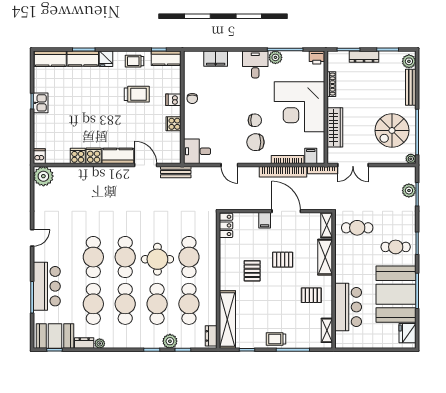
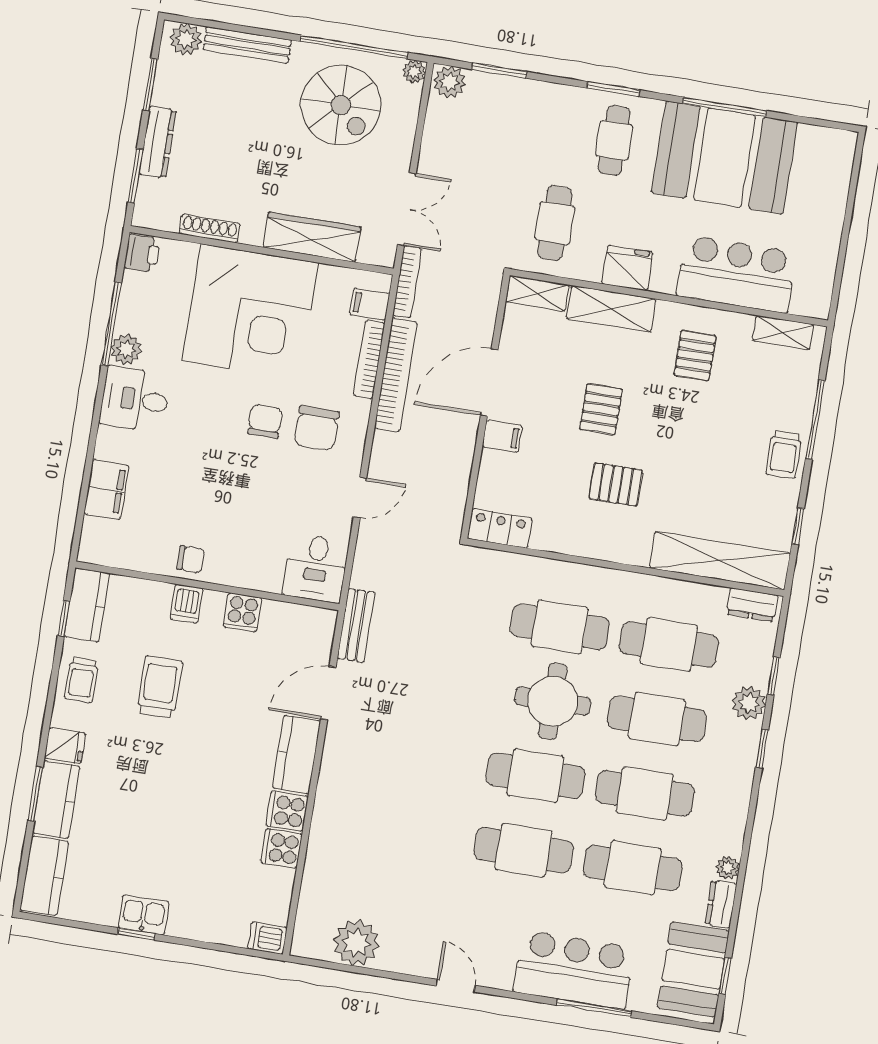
plant: (43, 176) -> (356, 943), moved
plant: (409, 191) -> (449, 82), moved
fridge: (407, 333) -> (627, 268), moved, turned 180

